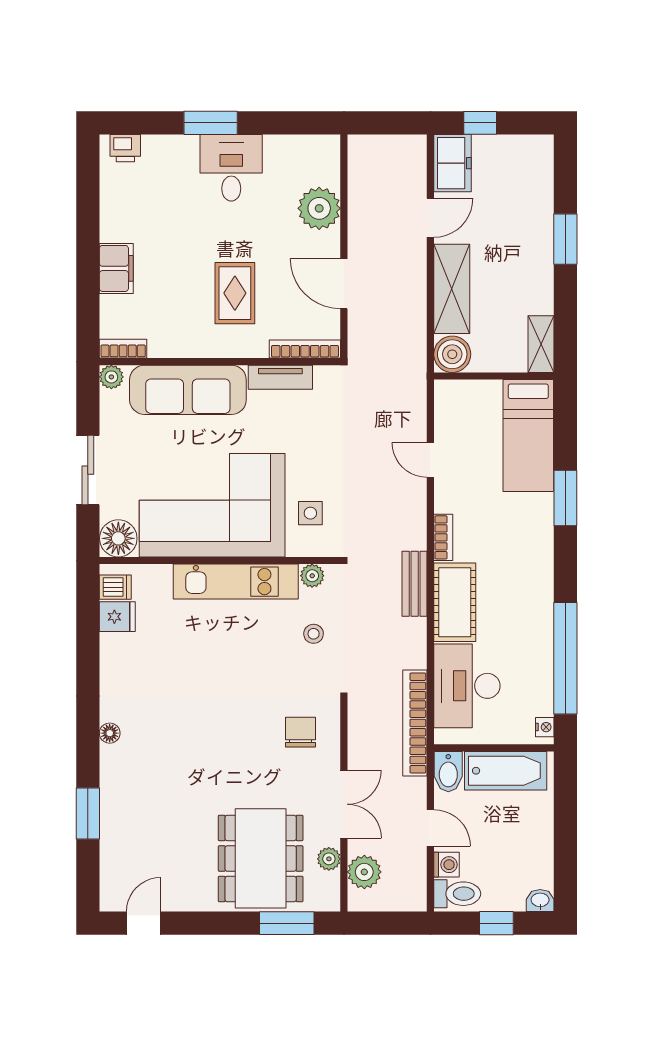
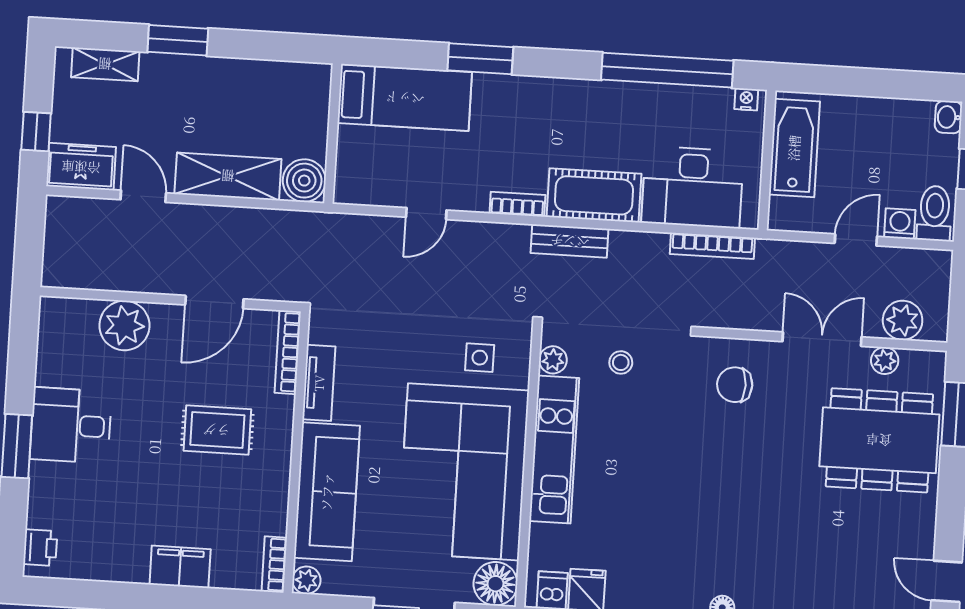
shelving: (541, 344) -> (105, 64), moved
bookcase: (415, 723) -> (712, 246), width x0.68, depth x0.76
bidet: (448, 772) -> (791, 215), removed

